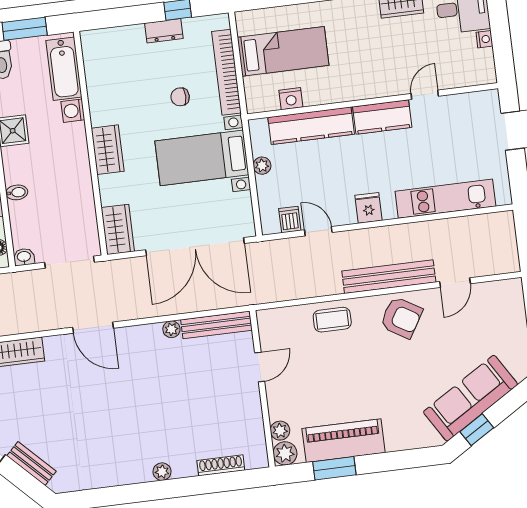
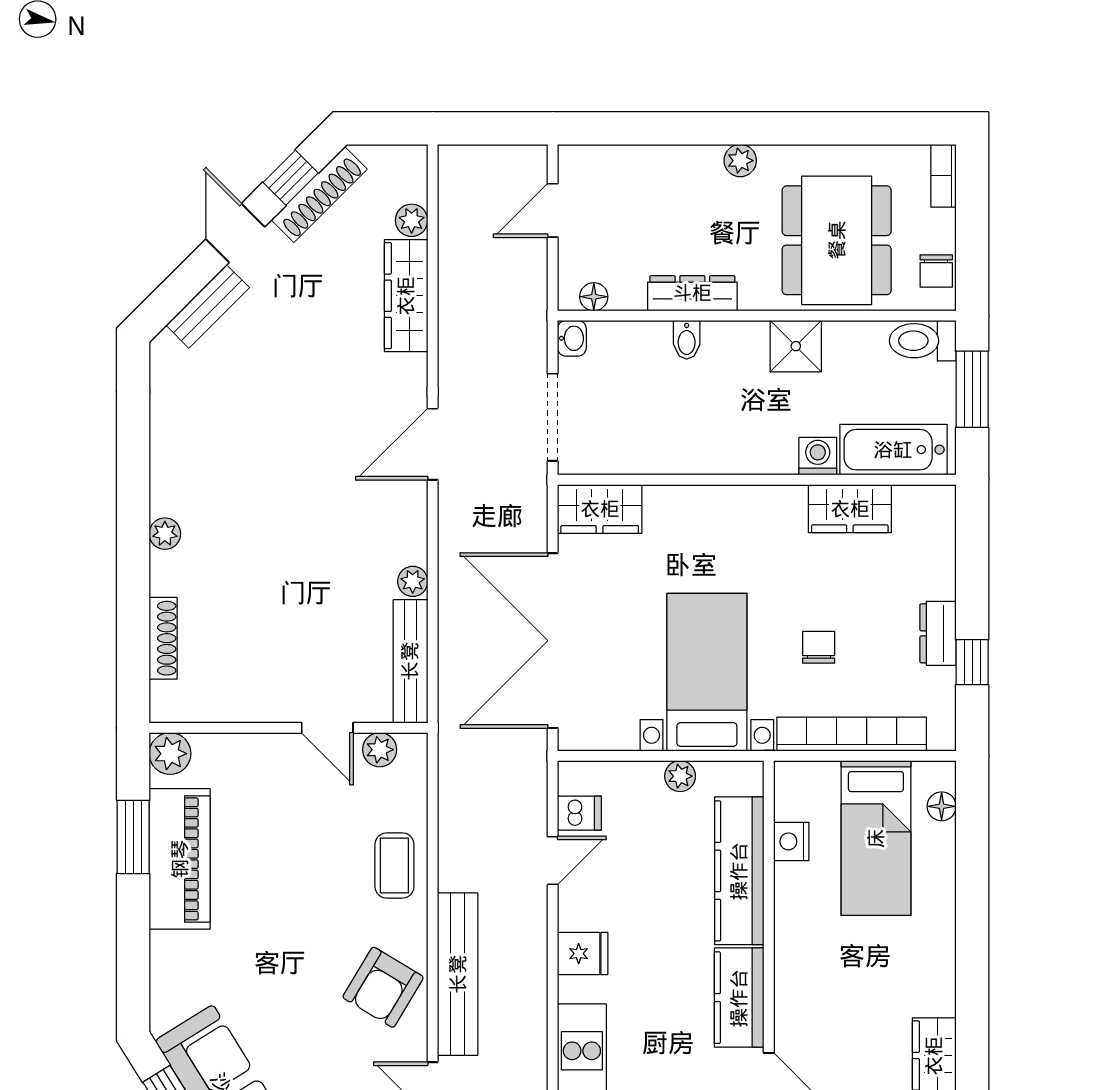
floor lamp: (261, 17) -> (942, 806), added
wardrobe: (108, 150) -> (850, 509), moved
plant: (280, 431) -> (380, 750), moved

